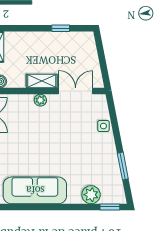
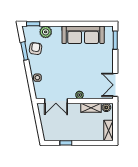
shelving: (42, 81) -> (91, 108), moved
armchair: (106, 170) -> (36, 49), added

